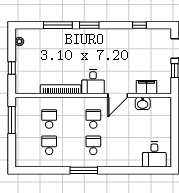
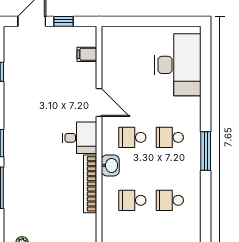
filing cabinet: (146, 87) -> (87, 54), width x0.50
washbasin: (143, 103) -> (110, 165), moved
desk: (154, 154) -> (178, 65), width x1.87, depth x1.30

